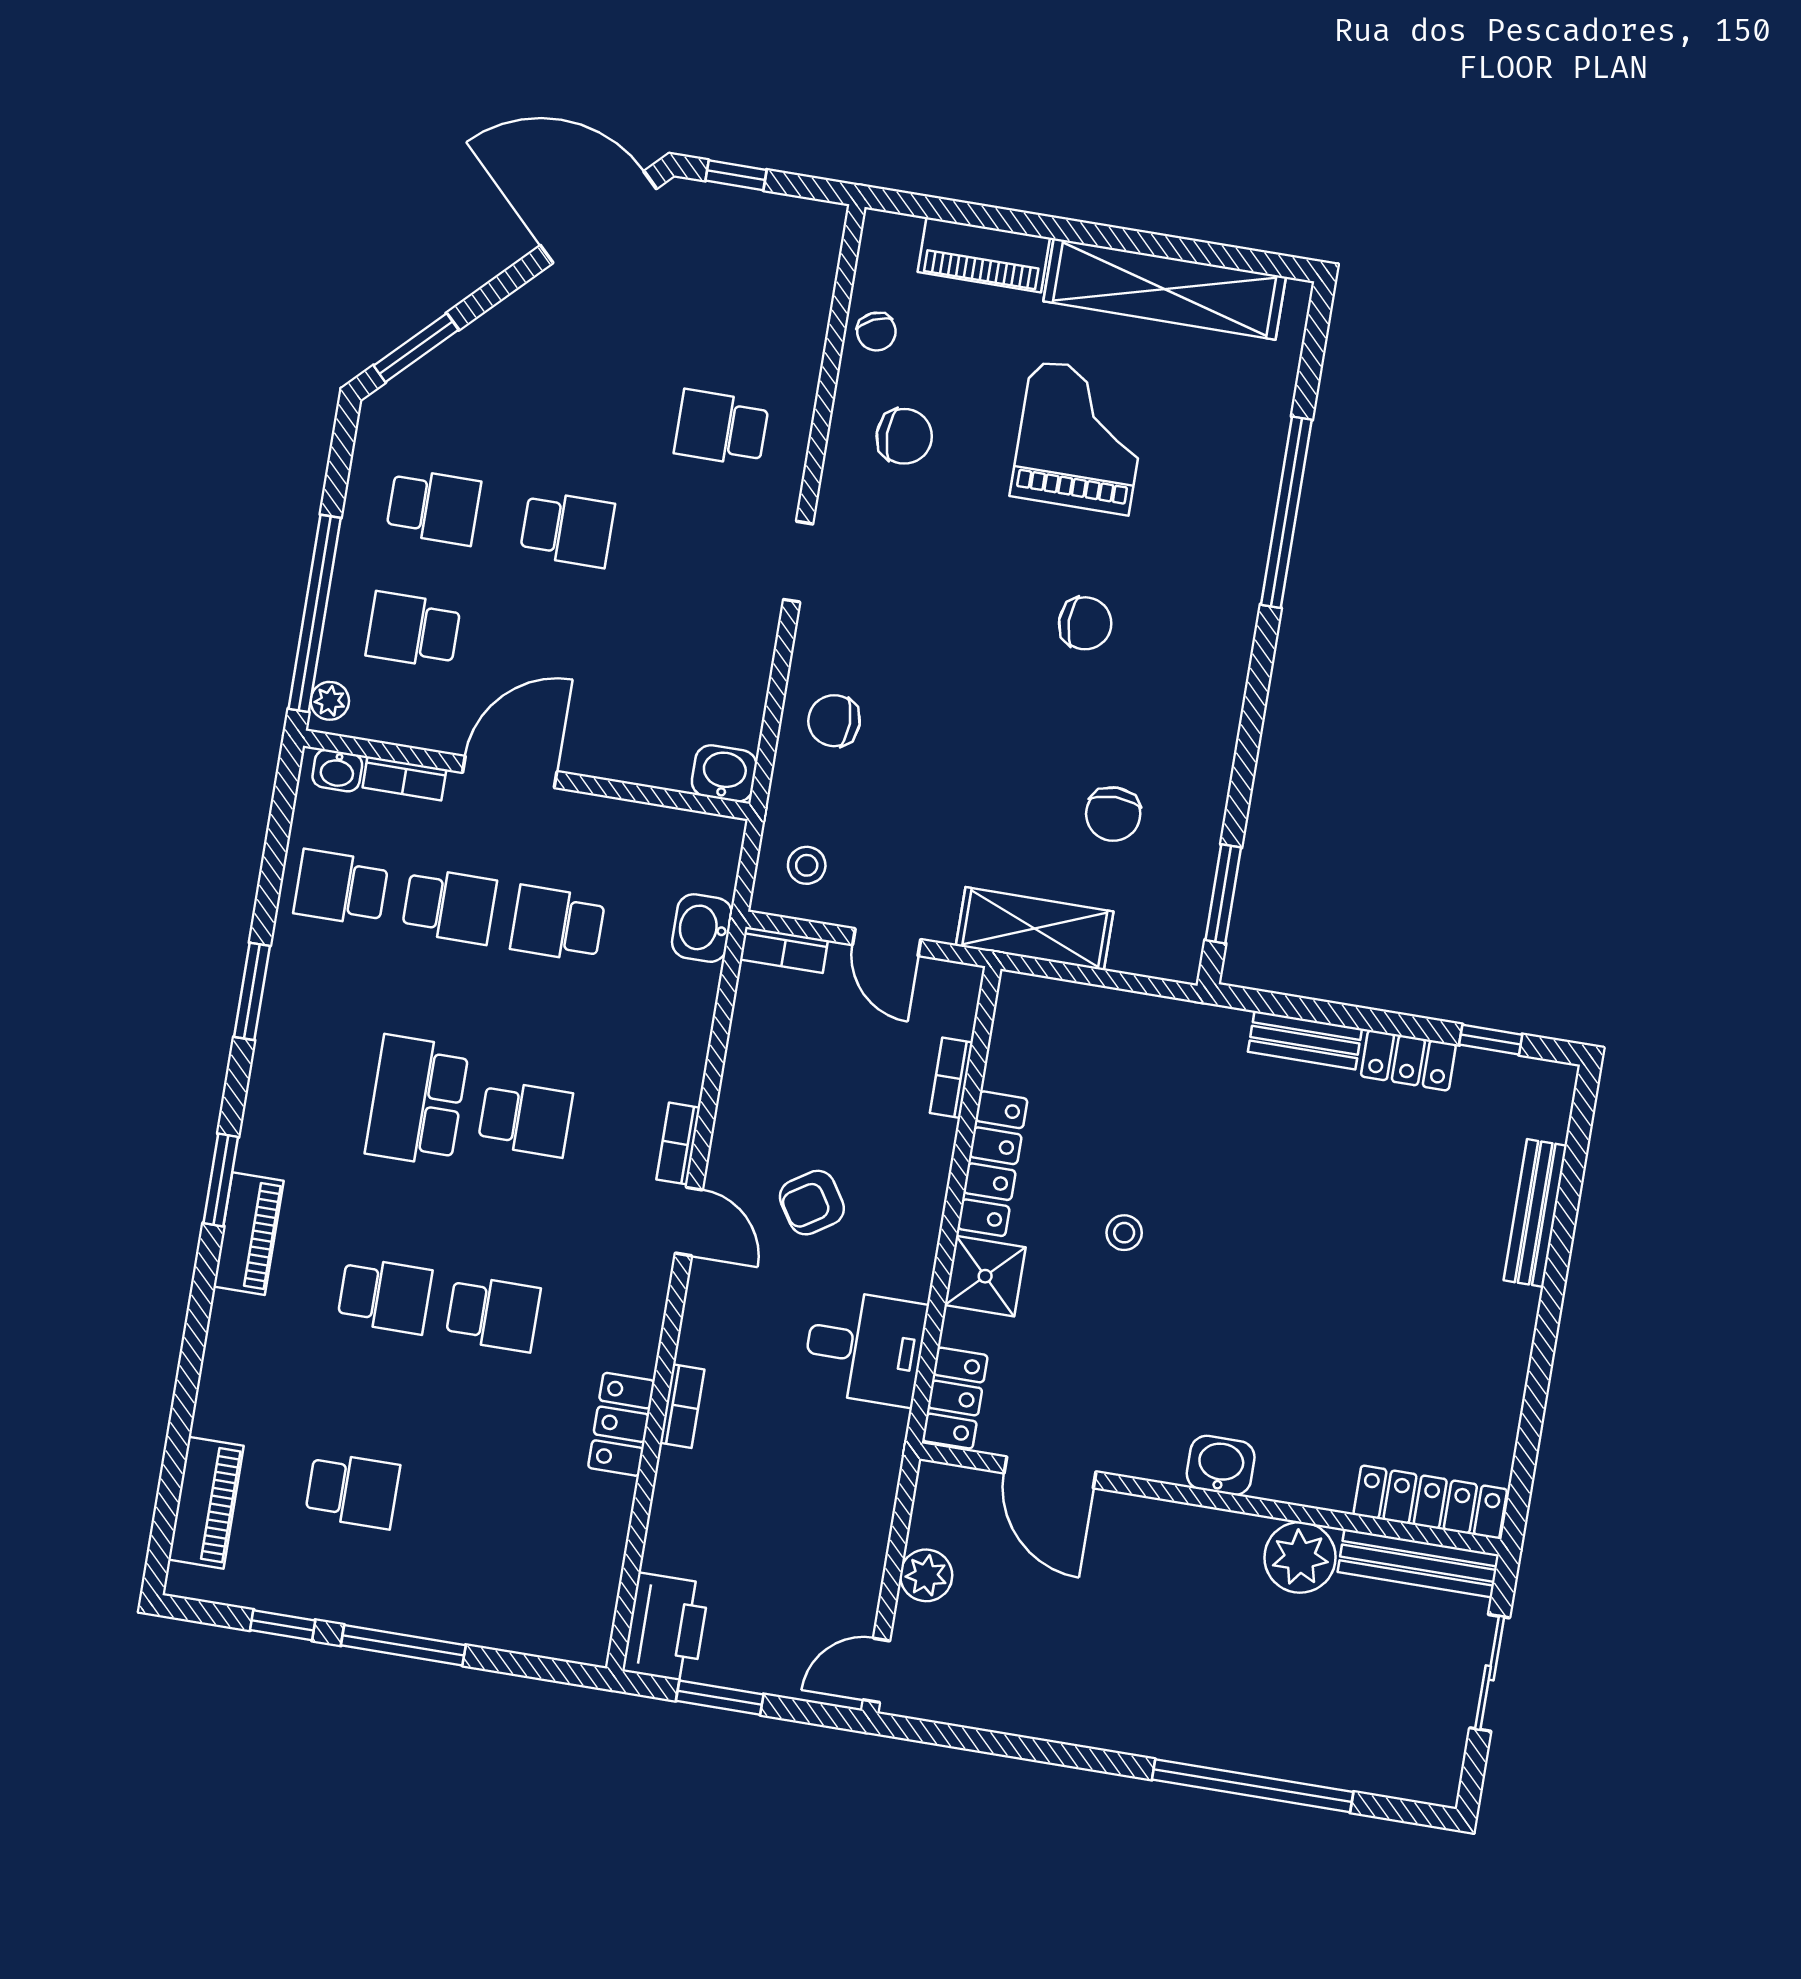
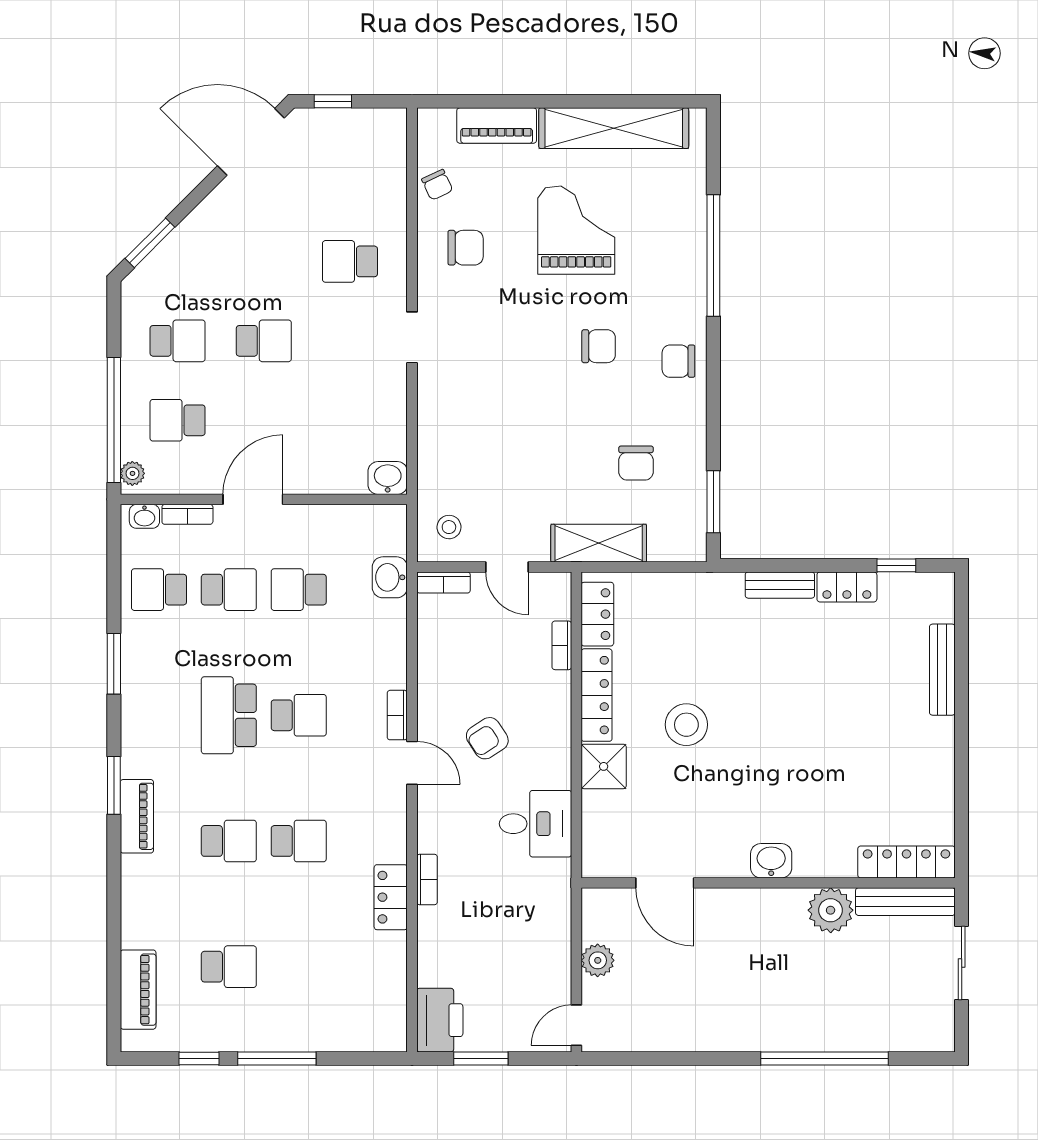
chair: (834, 721) -> (678, 361), moved
stool: (1124, 1233) -> (686, 725), width x1.89, depth x1.89
locker: (955, 1398) -> (597, 614), moved

